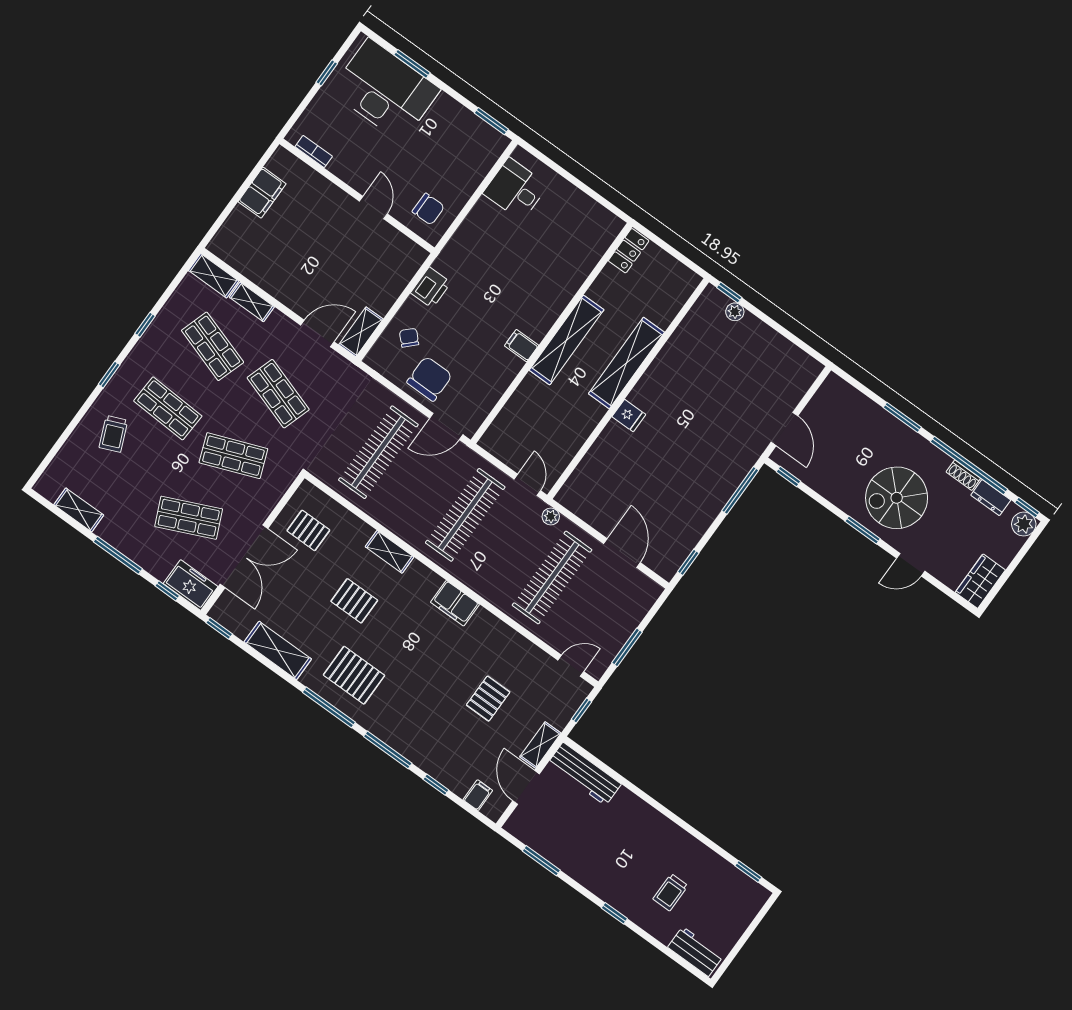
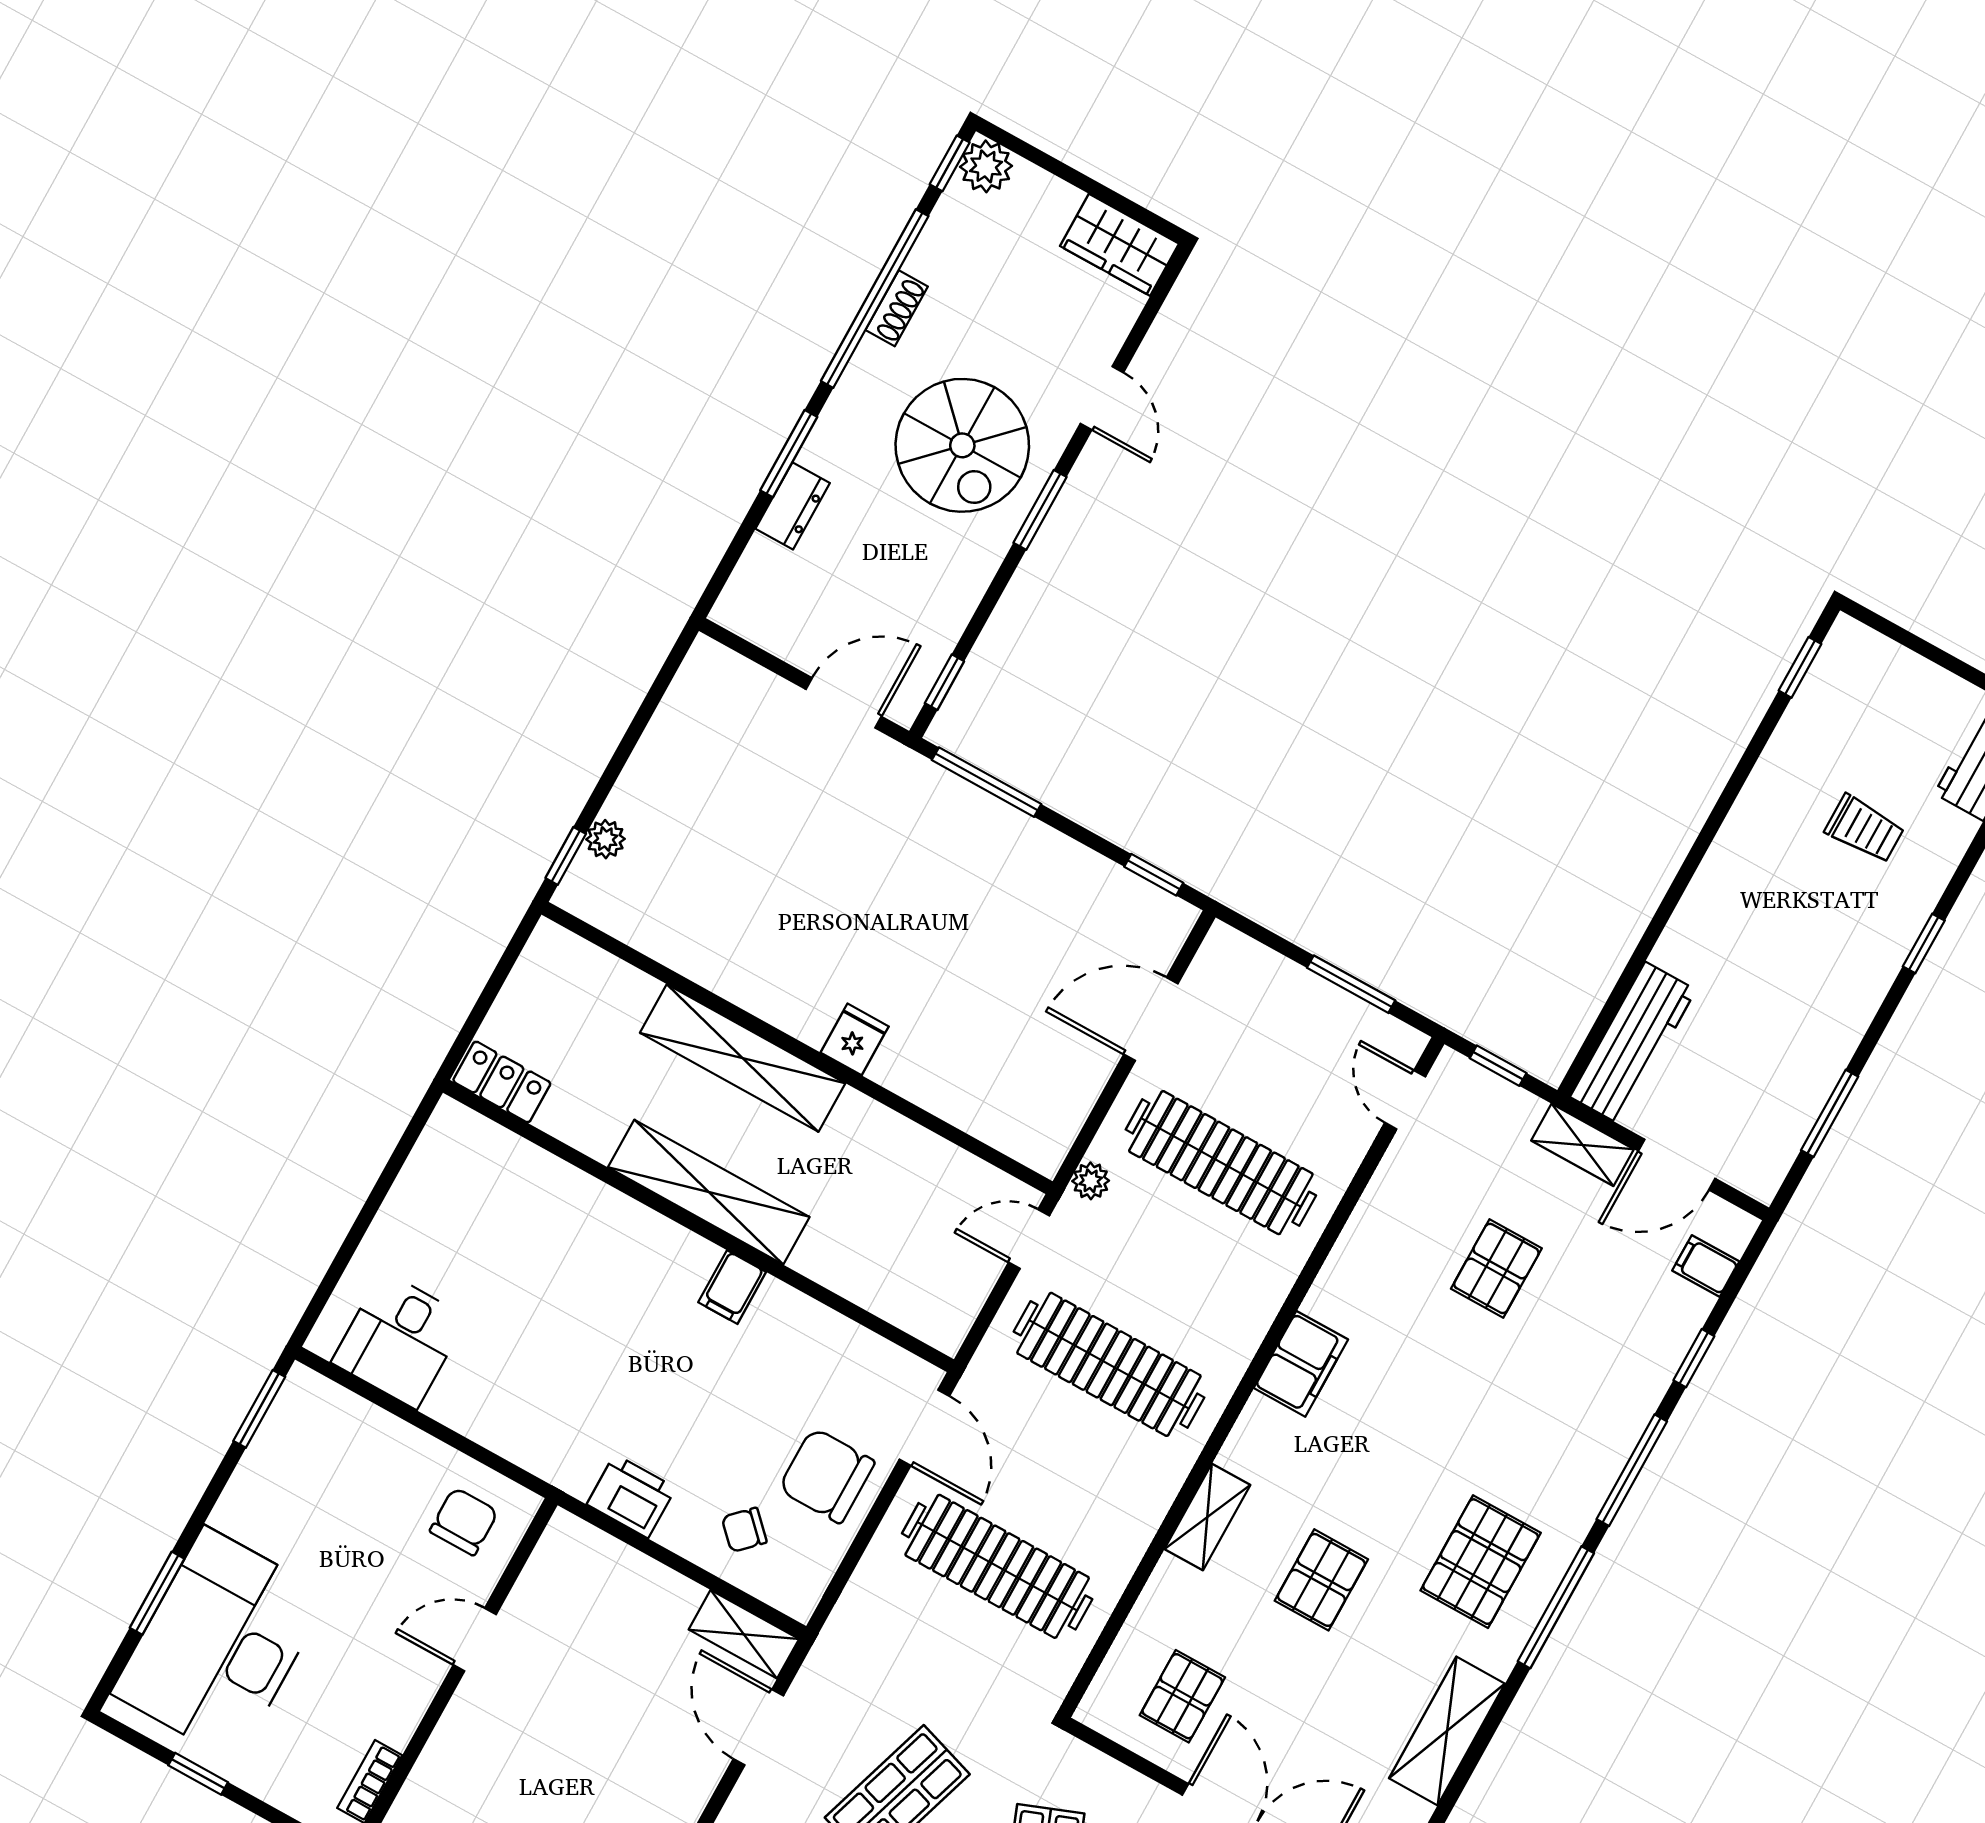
dresser: (991, 498) -> (793, 506), moved
pallet: (488, 699) -> (1496, 1268), turned 90

